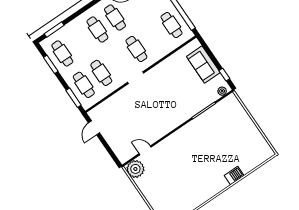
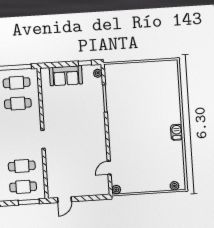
cafe table: (136, 49) -> (18, 104), moved
door: (94, 128) -> (65, 200), hinge flipped
plant: (135, 169) -> (116, 190), width x0.53, depth x0.53
barbecue: (234, 176) -> (177, 132), moved

